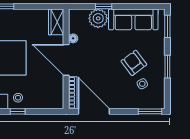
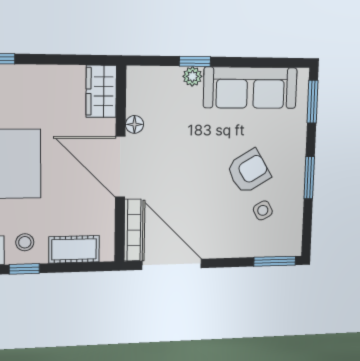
plant: (98, 18) -> (192, 76), width x0.53, depth x0.53
armchair: (134, 63) -> (249, 171), turned 96
cot: (43, 102) -> (74, 249), added

